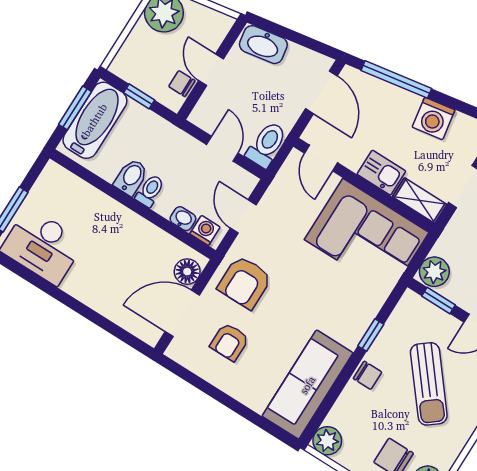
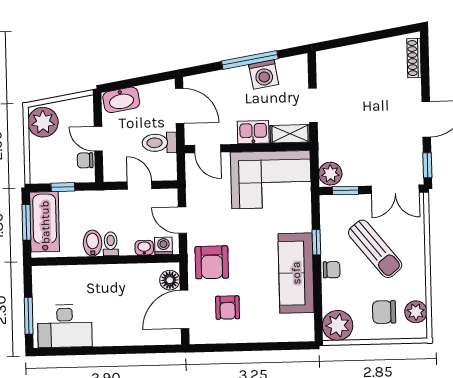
window: (396, 79) -> (250, 60), moved
toilet: (267, 145) -> (159, 143), moved, turned -90
sofa: (308, 385) -> (296, 273), moved
plant: (327, 441) -> (338, 325), width x1.36, depth x1.36

